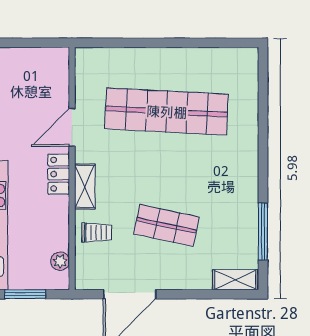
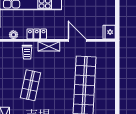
fridge: (55, 60) -> (109, 32), added
locker: (59, 174) -> (37, 34), moved

